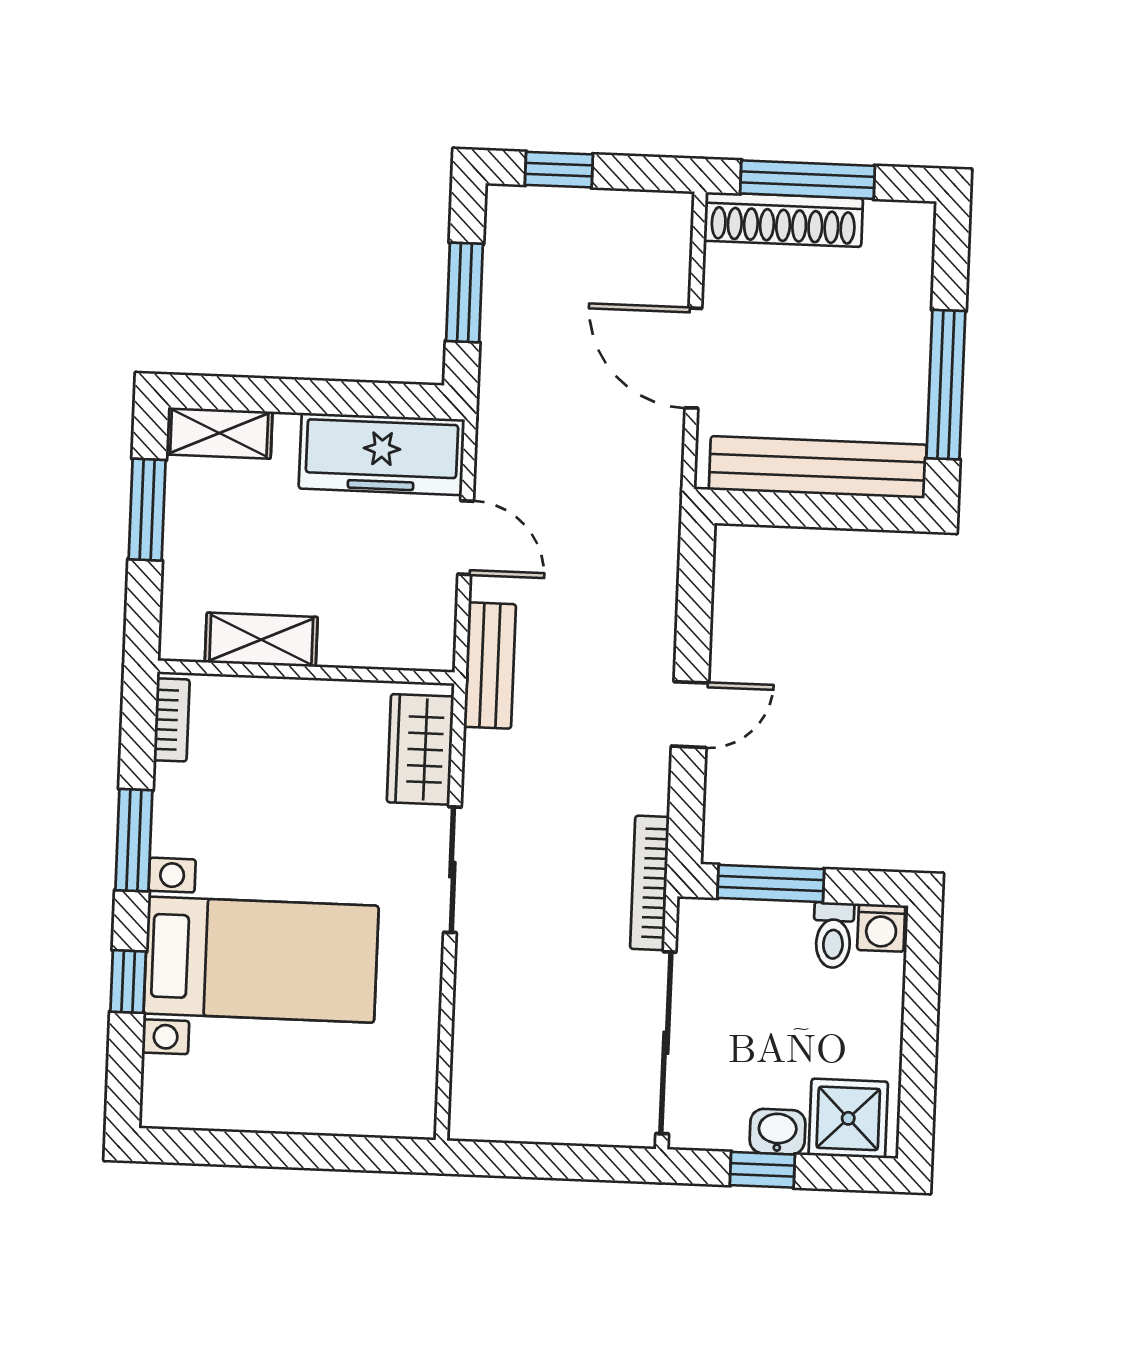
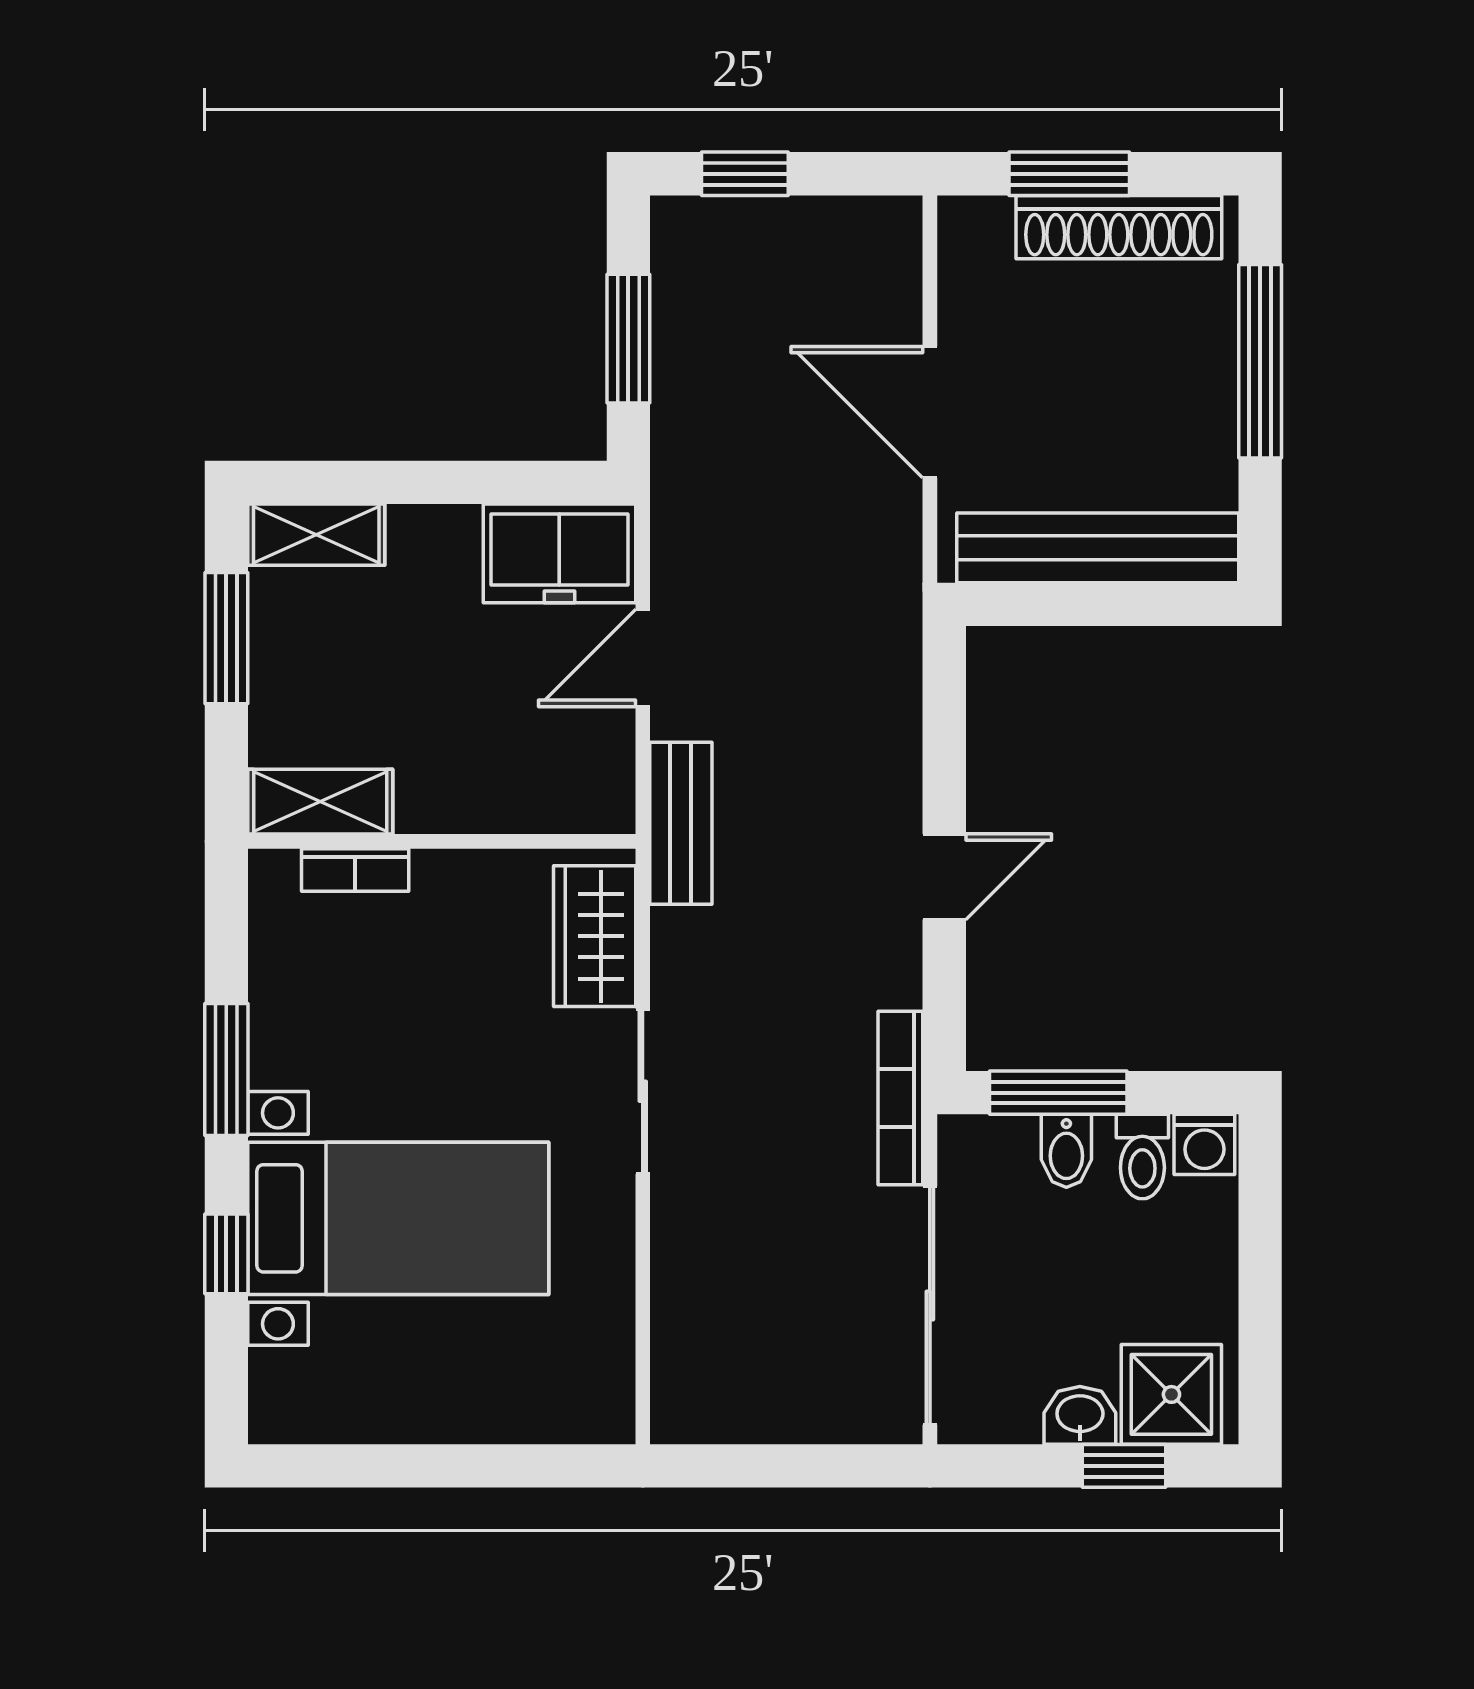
window: (808, 180) -> (1069, 174), width x0.69
shoe rack: (783, 220) -> (1119, 227), moved
window: (946, 385) -> (1260, 361), moved
freezer: (382, 454) -> (559, 553), width x0.71
door: (466, 538) -> (643, 658), swing flipped
shelving: (261, 640) -> (320, 802), moved
bookcase: (172, 720) -> (355, 870), moved, turned 90
bidet: (775, 928) -> (1066, 1151), added
window: (762, 1170) -> (1124, 1466), moved

